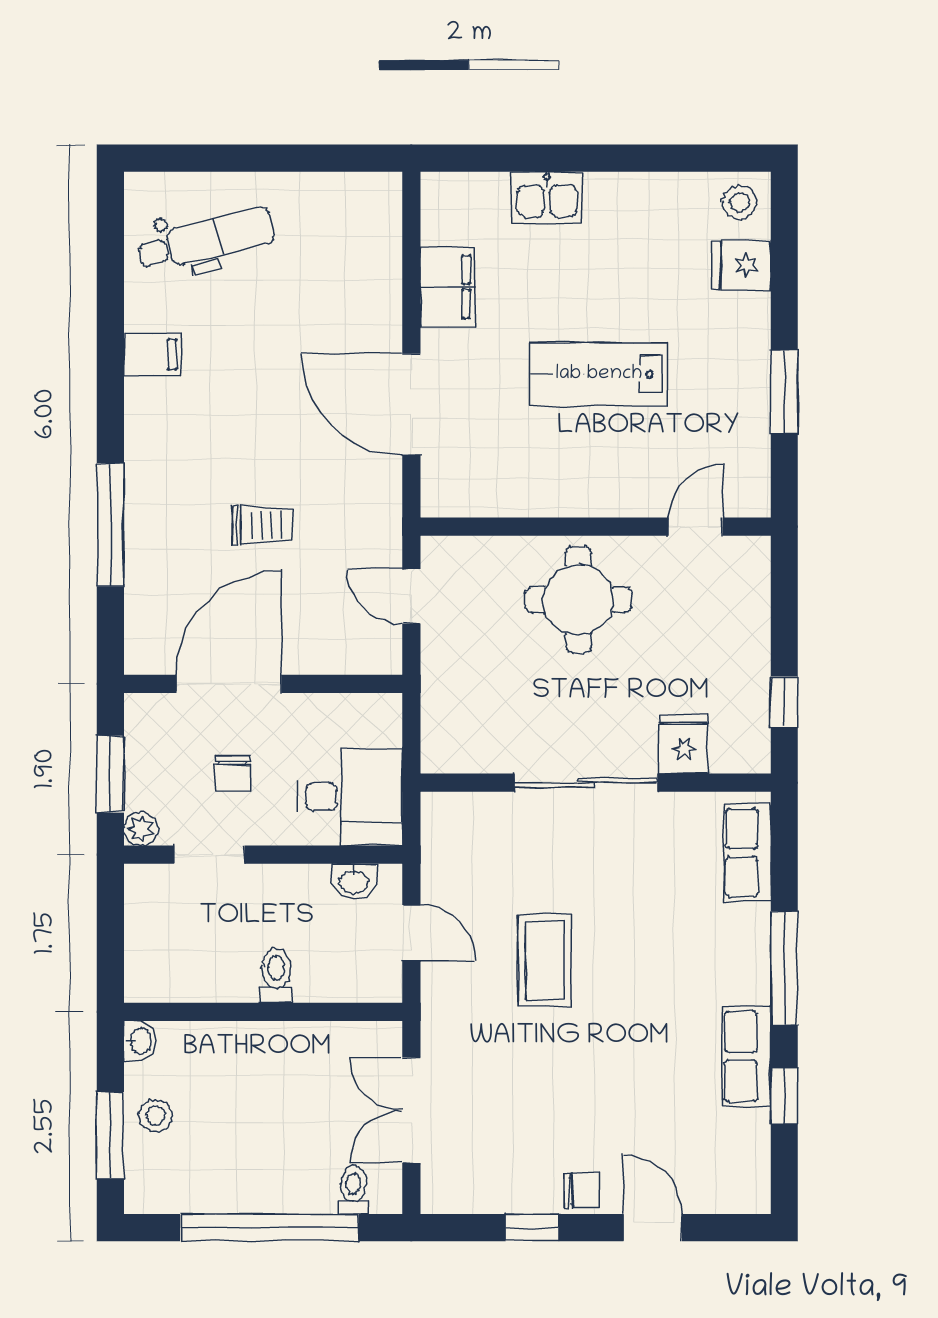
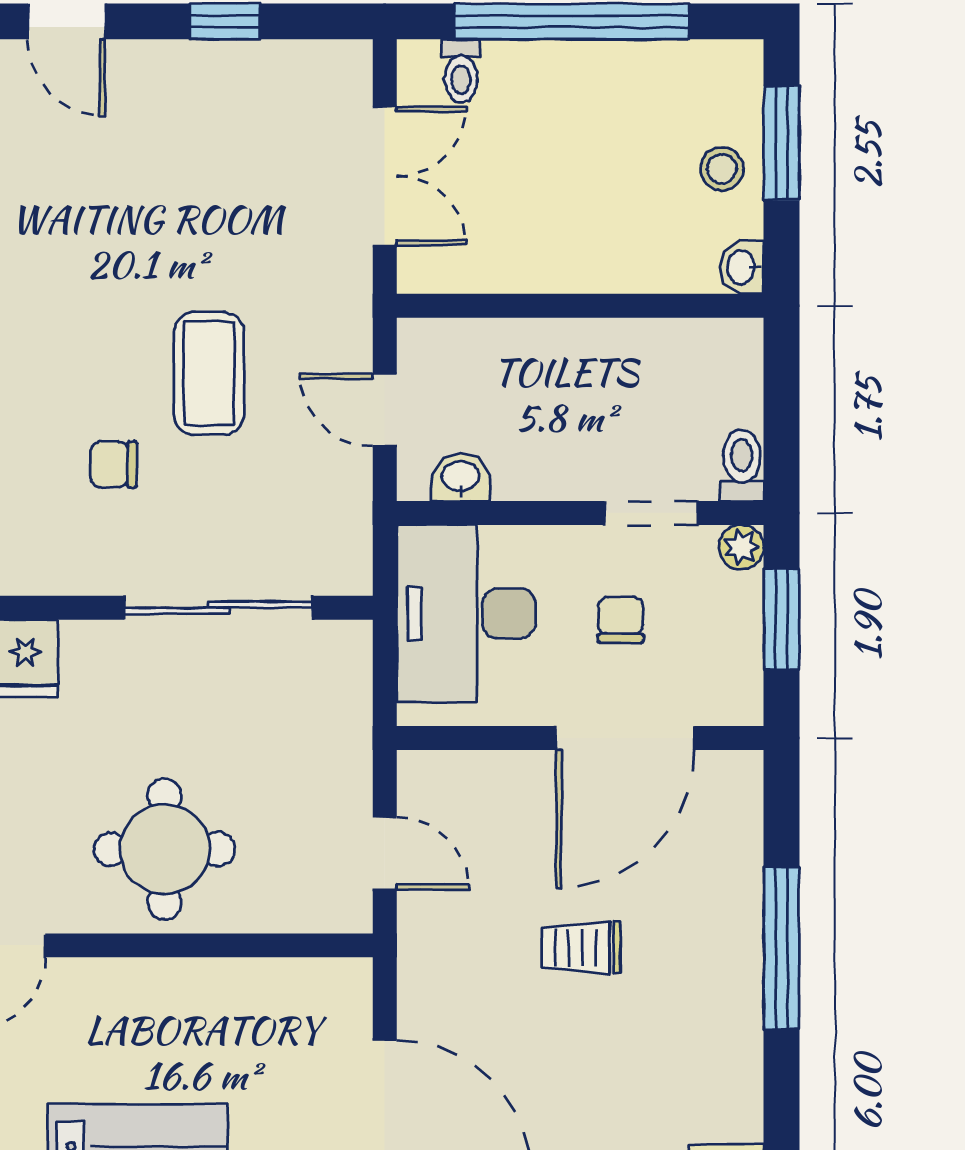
sliding door: (586, 783) -> (218, 608), moved
desk: (350, 797) -> (466, 613), width x1.37
toilet: (276, 976) -> (742, 465), moved, turned 180
chair: (581, 1191) -> (114, 464), moved

